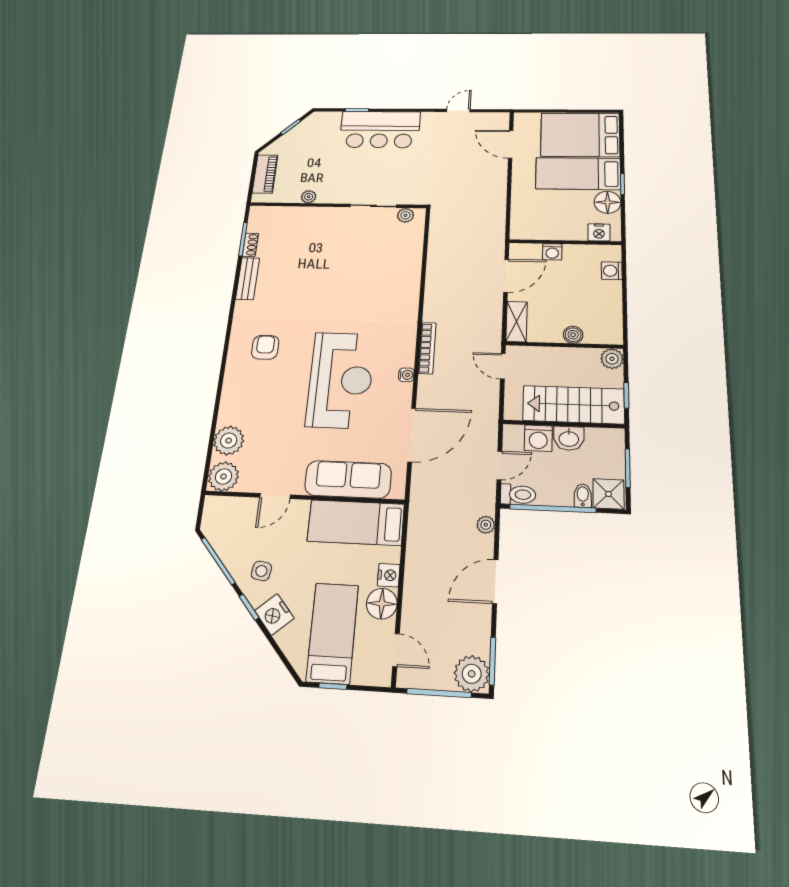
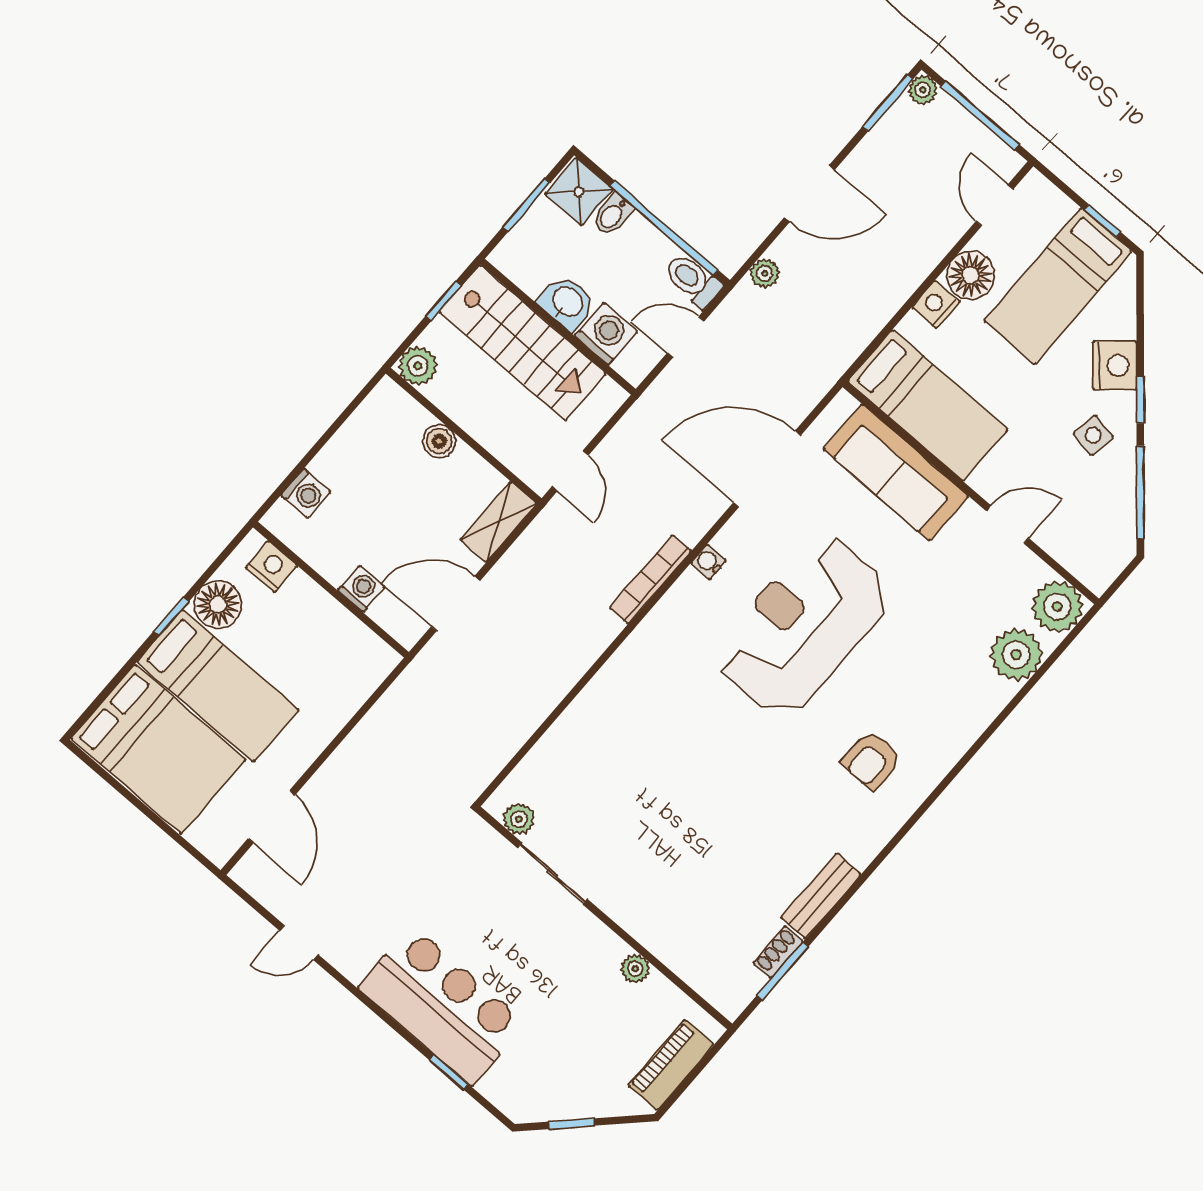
plant: (472, 674) -> (923, 90), width x0.53, depth x0.53

